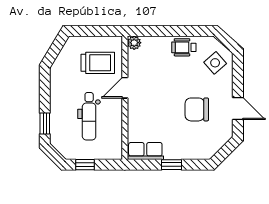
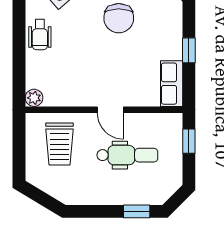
trolley: (98, 63) -> (60, 144), turned 180
door: (125, 88) -> (110, 110), moved
window: (85, 165) -> (189, 141), moved

